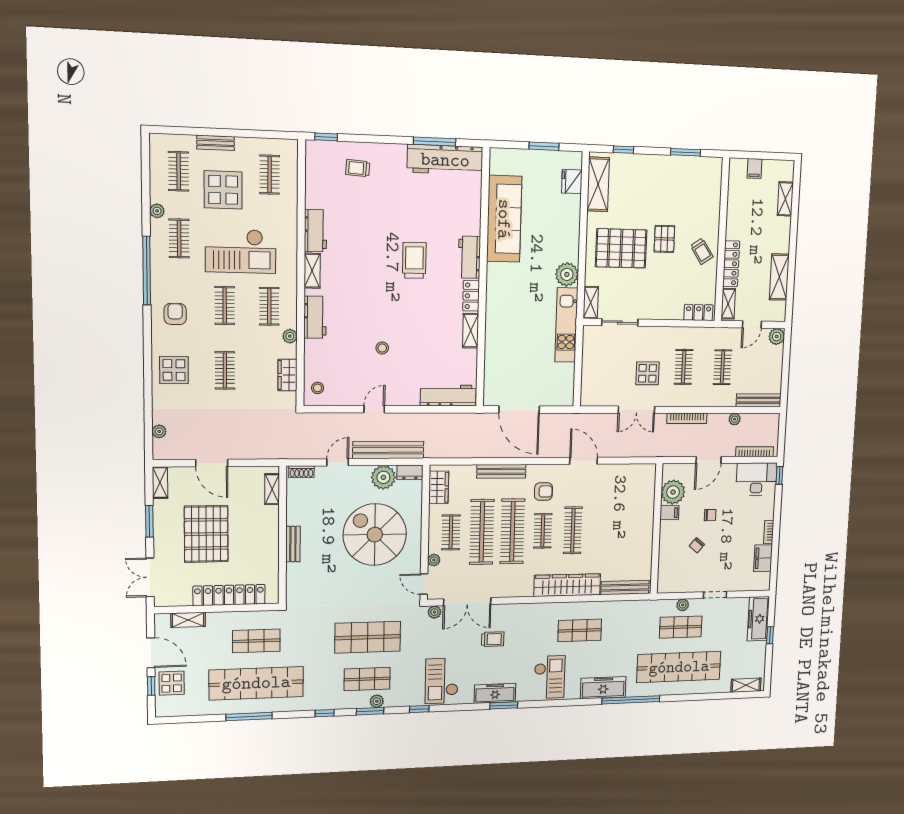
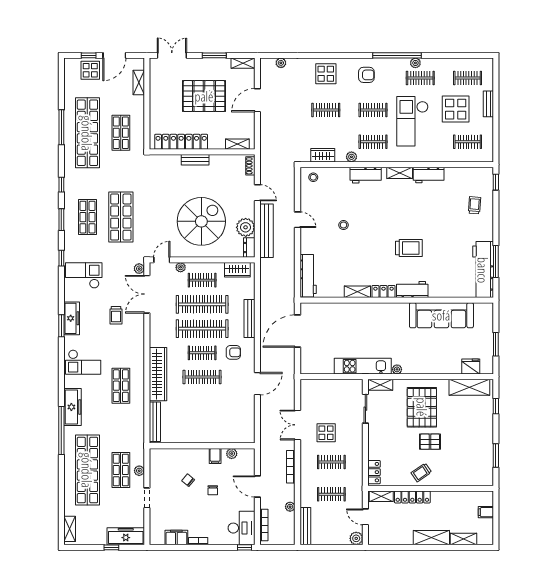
plant: (157, 211) -> (415, 63), moved
plant: (567, 274) -> (397, 369), width x0.53, depth x0.53
shelving: (779, 277) -> (431, 538), moved
armchair: (543, 491) -> (233, 352), turned -90
plant: (673, 492) -> (232, 454), width x0.53, depth x0.53
locker: (229, 595) -> (181, 142), moved, turned -90
plant: (377, 701) -> (69, 225), removed

